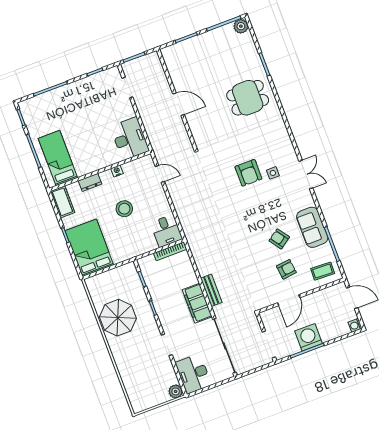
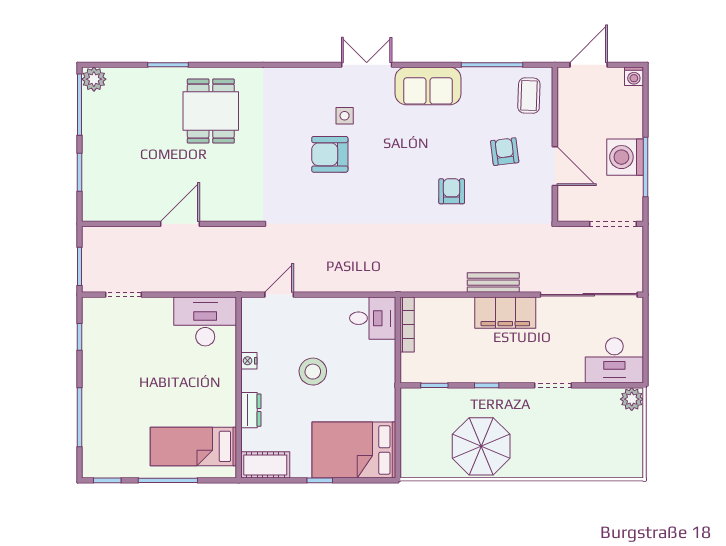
armchair: (248, 173) -> (330, 154), turned 180
sofa: (312, 227) -> (428, 86), moved
armchair: (279, 239) -> (452, 191), moved, turned 125

